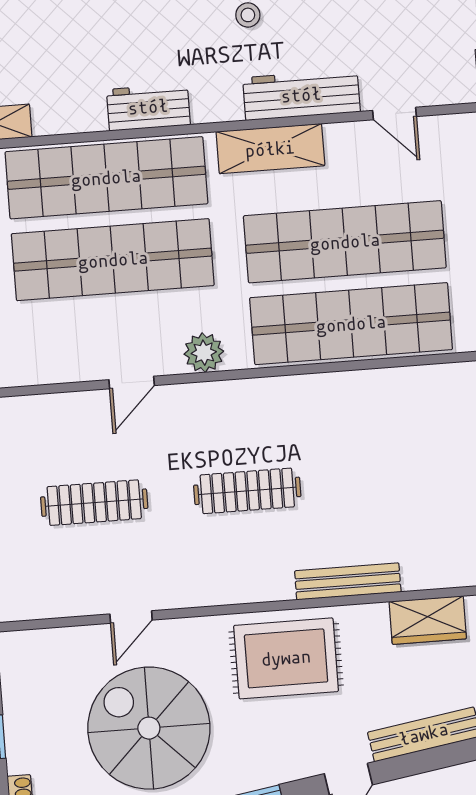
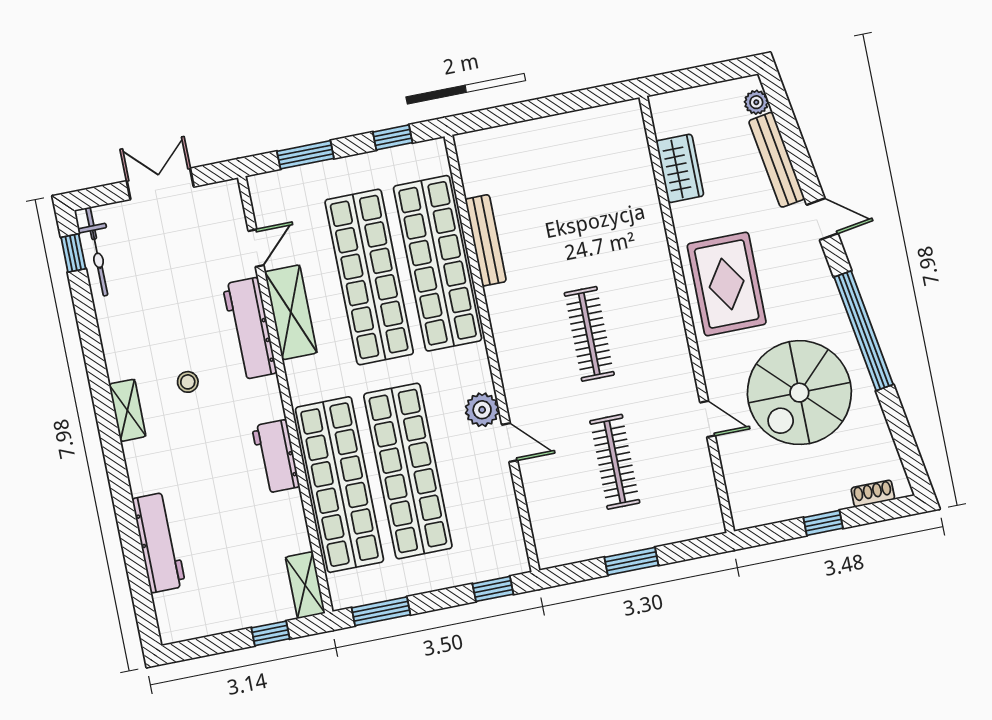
shelving: (270, 149) -> (291, 312), moved
plant: (204, 353) -> (482, 410), moved
bench: (348, 581) -> (486, 240), moved

